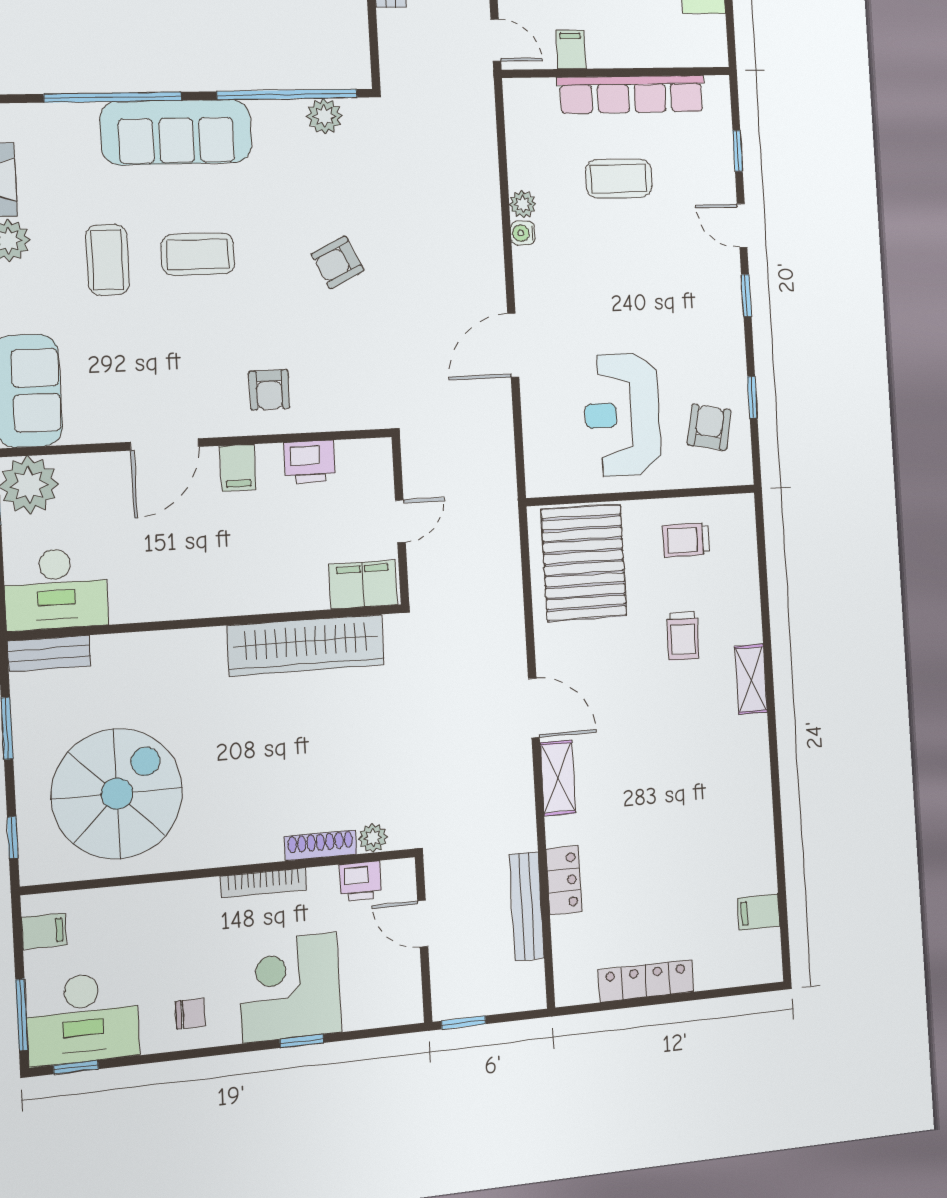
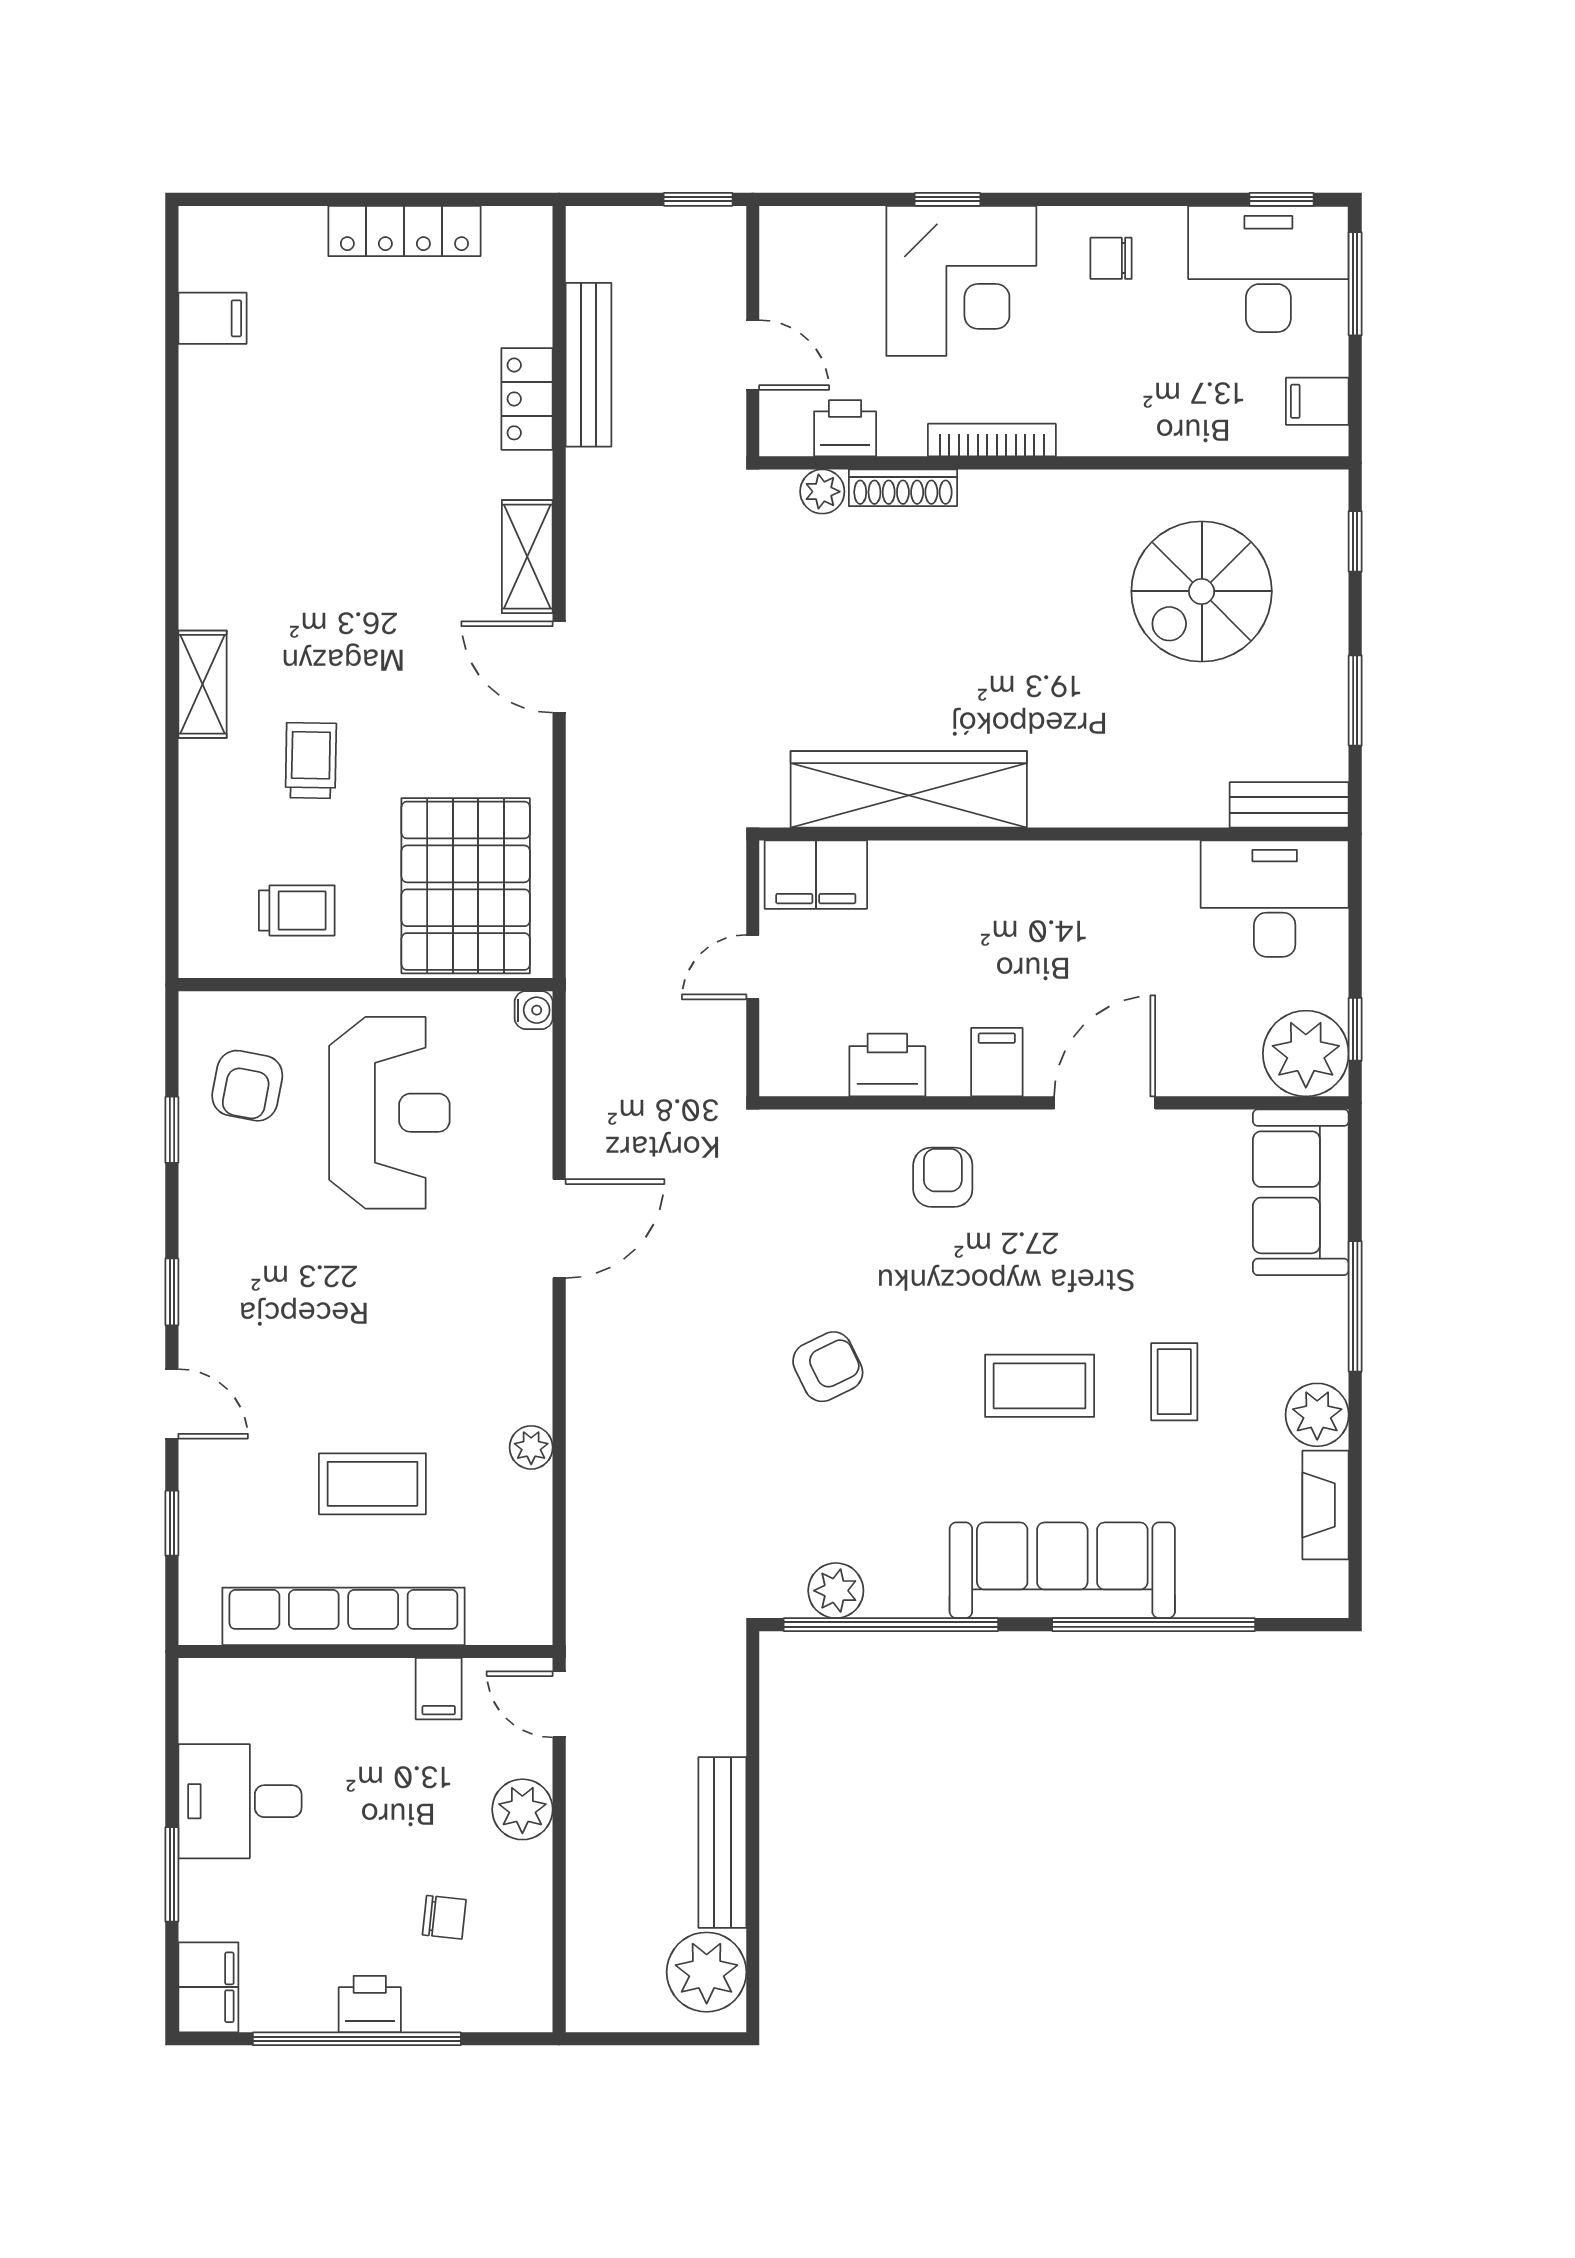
water cooler: (523, 233) -> (534, 1010), moved
coffee table: (107, 260) -> (1174, 1382), width x0.73, depth x0.77
spiral stairs: (117, 794) -> (1202, 591), width x0.73, depth x0.73

